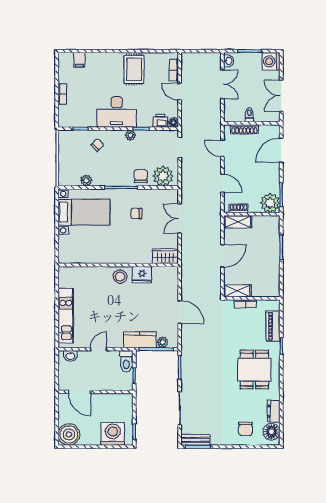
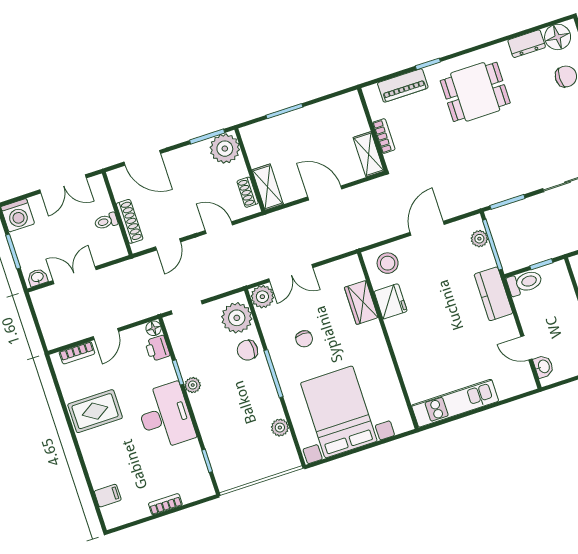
chair: (97, 145) -> (223, 429), removed
door: (222, 183) -> (219, 228), hinge flipped
plant: (171, 196) -> (262, 297), added
bed with nightstands: (84, 212) -> (339, 412), width x1.36
wardrobe: (165, 256) -> (361, 302), moved
stool: (120, 277) -> (388, 263), moved
kitchen unit: (66, 316) -> (455, 403), moved
kitchen counter: (140, 340) -> (493, 294), moved
door: (98, 349) -> (526, 348), moved

